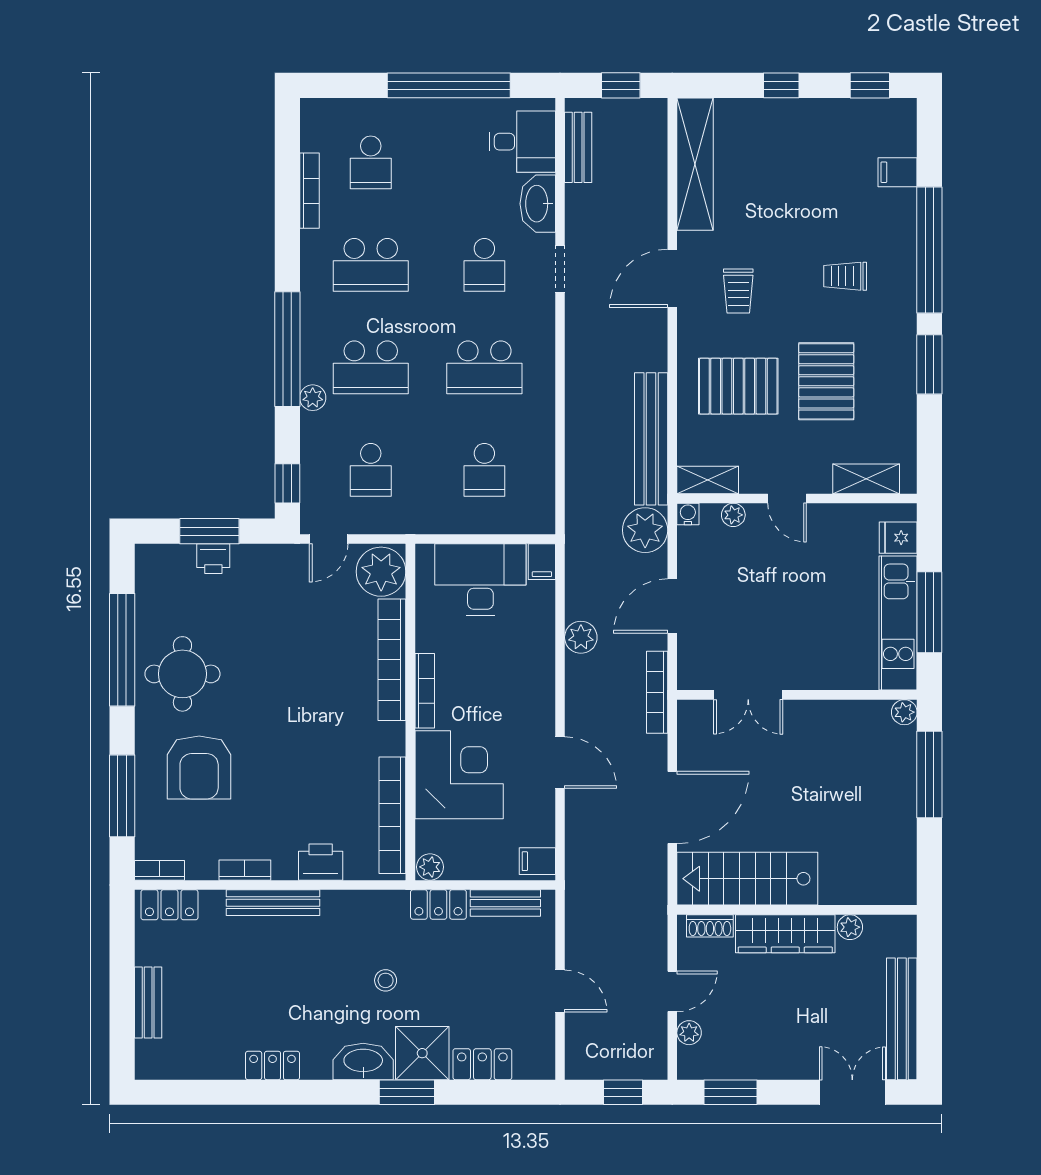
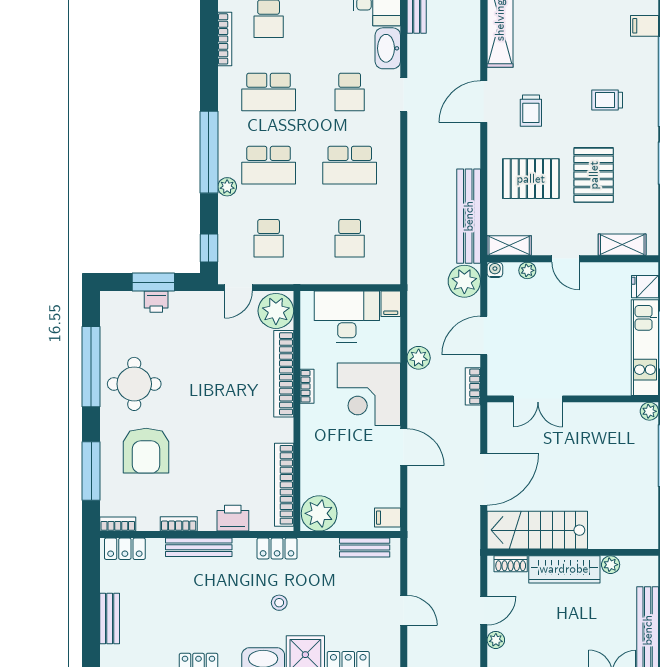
bookcase: (425, 691) -> (307, 386), width x0.64
bookcase: (657, 692) -> (473, 386), width x0.64
corner desk: (459, 775) -> (369, 394), moved, turned 180
plant: (430, 867) -> (319, 513), width x1.88, depth x1.88
locker: (438, 904) -> (277, 548), moved

